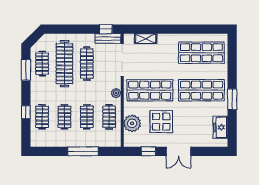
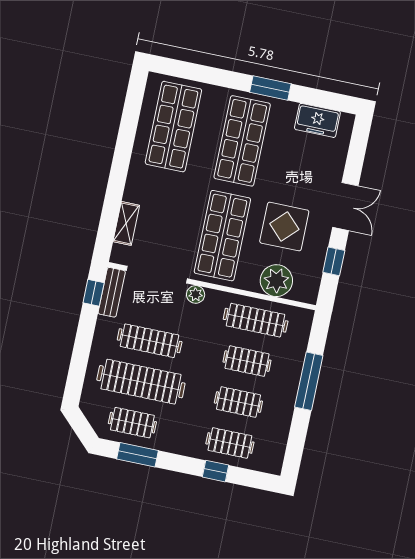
plant: (116, 93) -> (196, 294), moved
clothes rail: (109, 117) -> (256, 320), width x1.36

